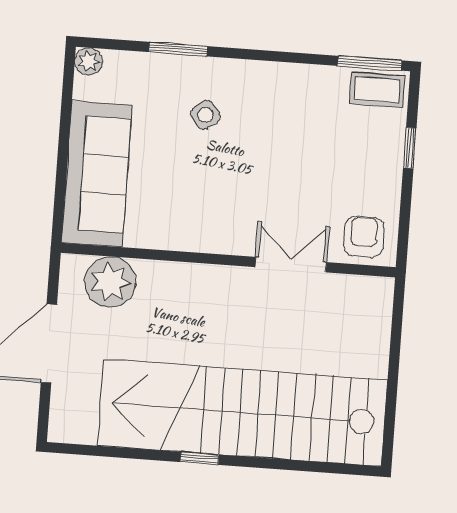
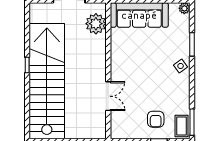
side table: (205, 115) -> (181, 66), moved
armchair: (364, 237) -> (156, 119), moved, turned 90

